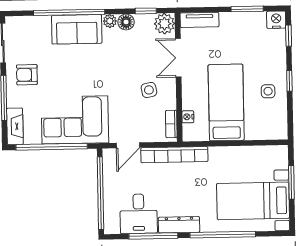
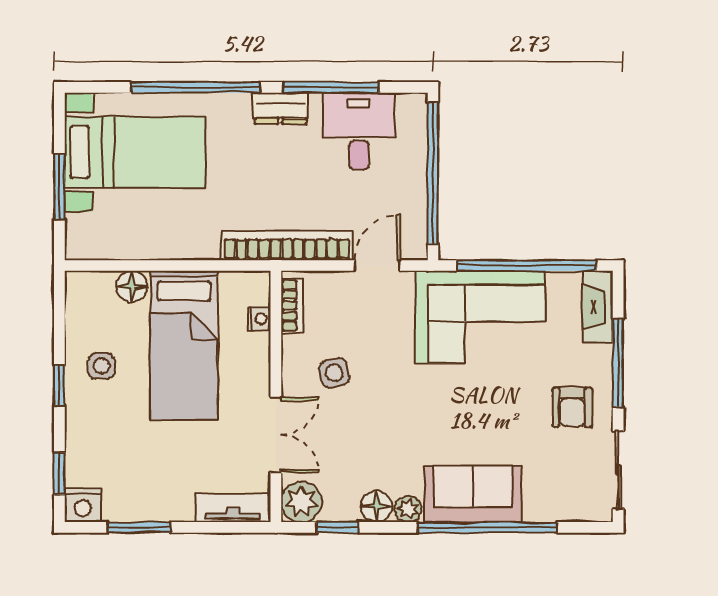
armchair: (27, 75) -> (572, 407), turned 90
floor lamp: (253, 132) -> (132, 286), added
dresser: (179, 225) -> (280, 108), width x0.70

